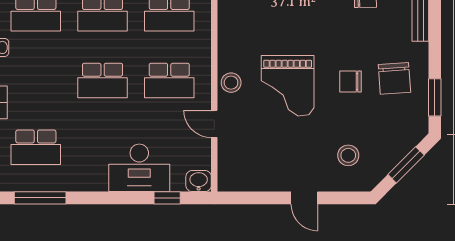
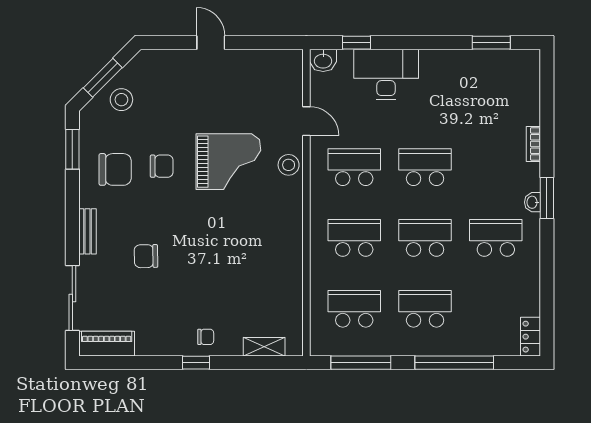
chair: (394, 78) -> (115, 169), turned 94
grand piano: (288, 86) -> (228, 162), turned 90
school desk: (36, 147) -> (496, 96), removed
stool: (348, 155) -> (121, 100), moved
window: (40, 198) -> (491, 43), width x0.69

